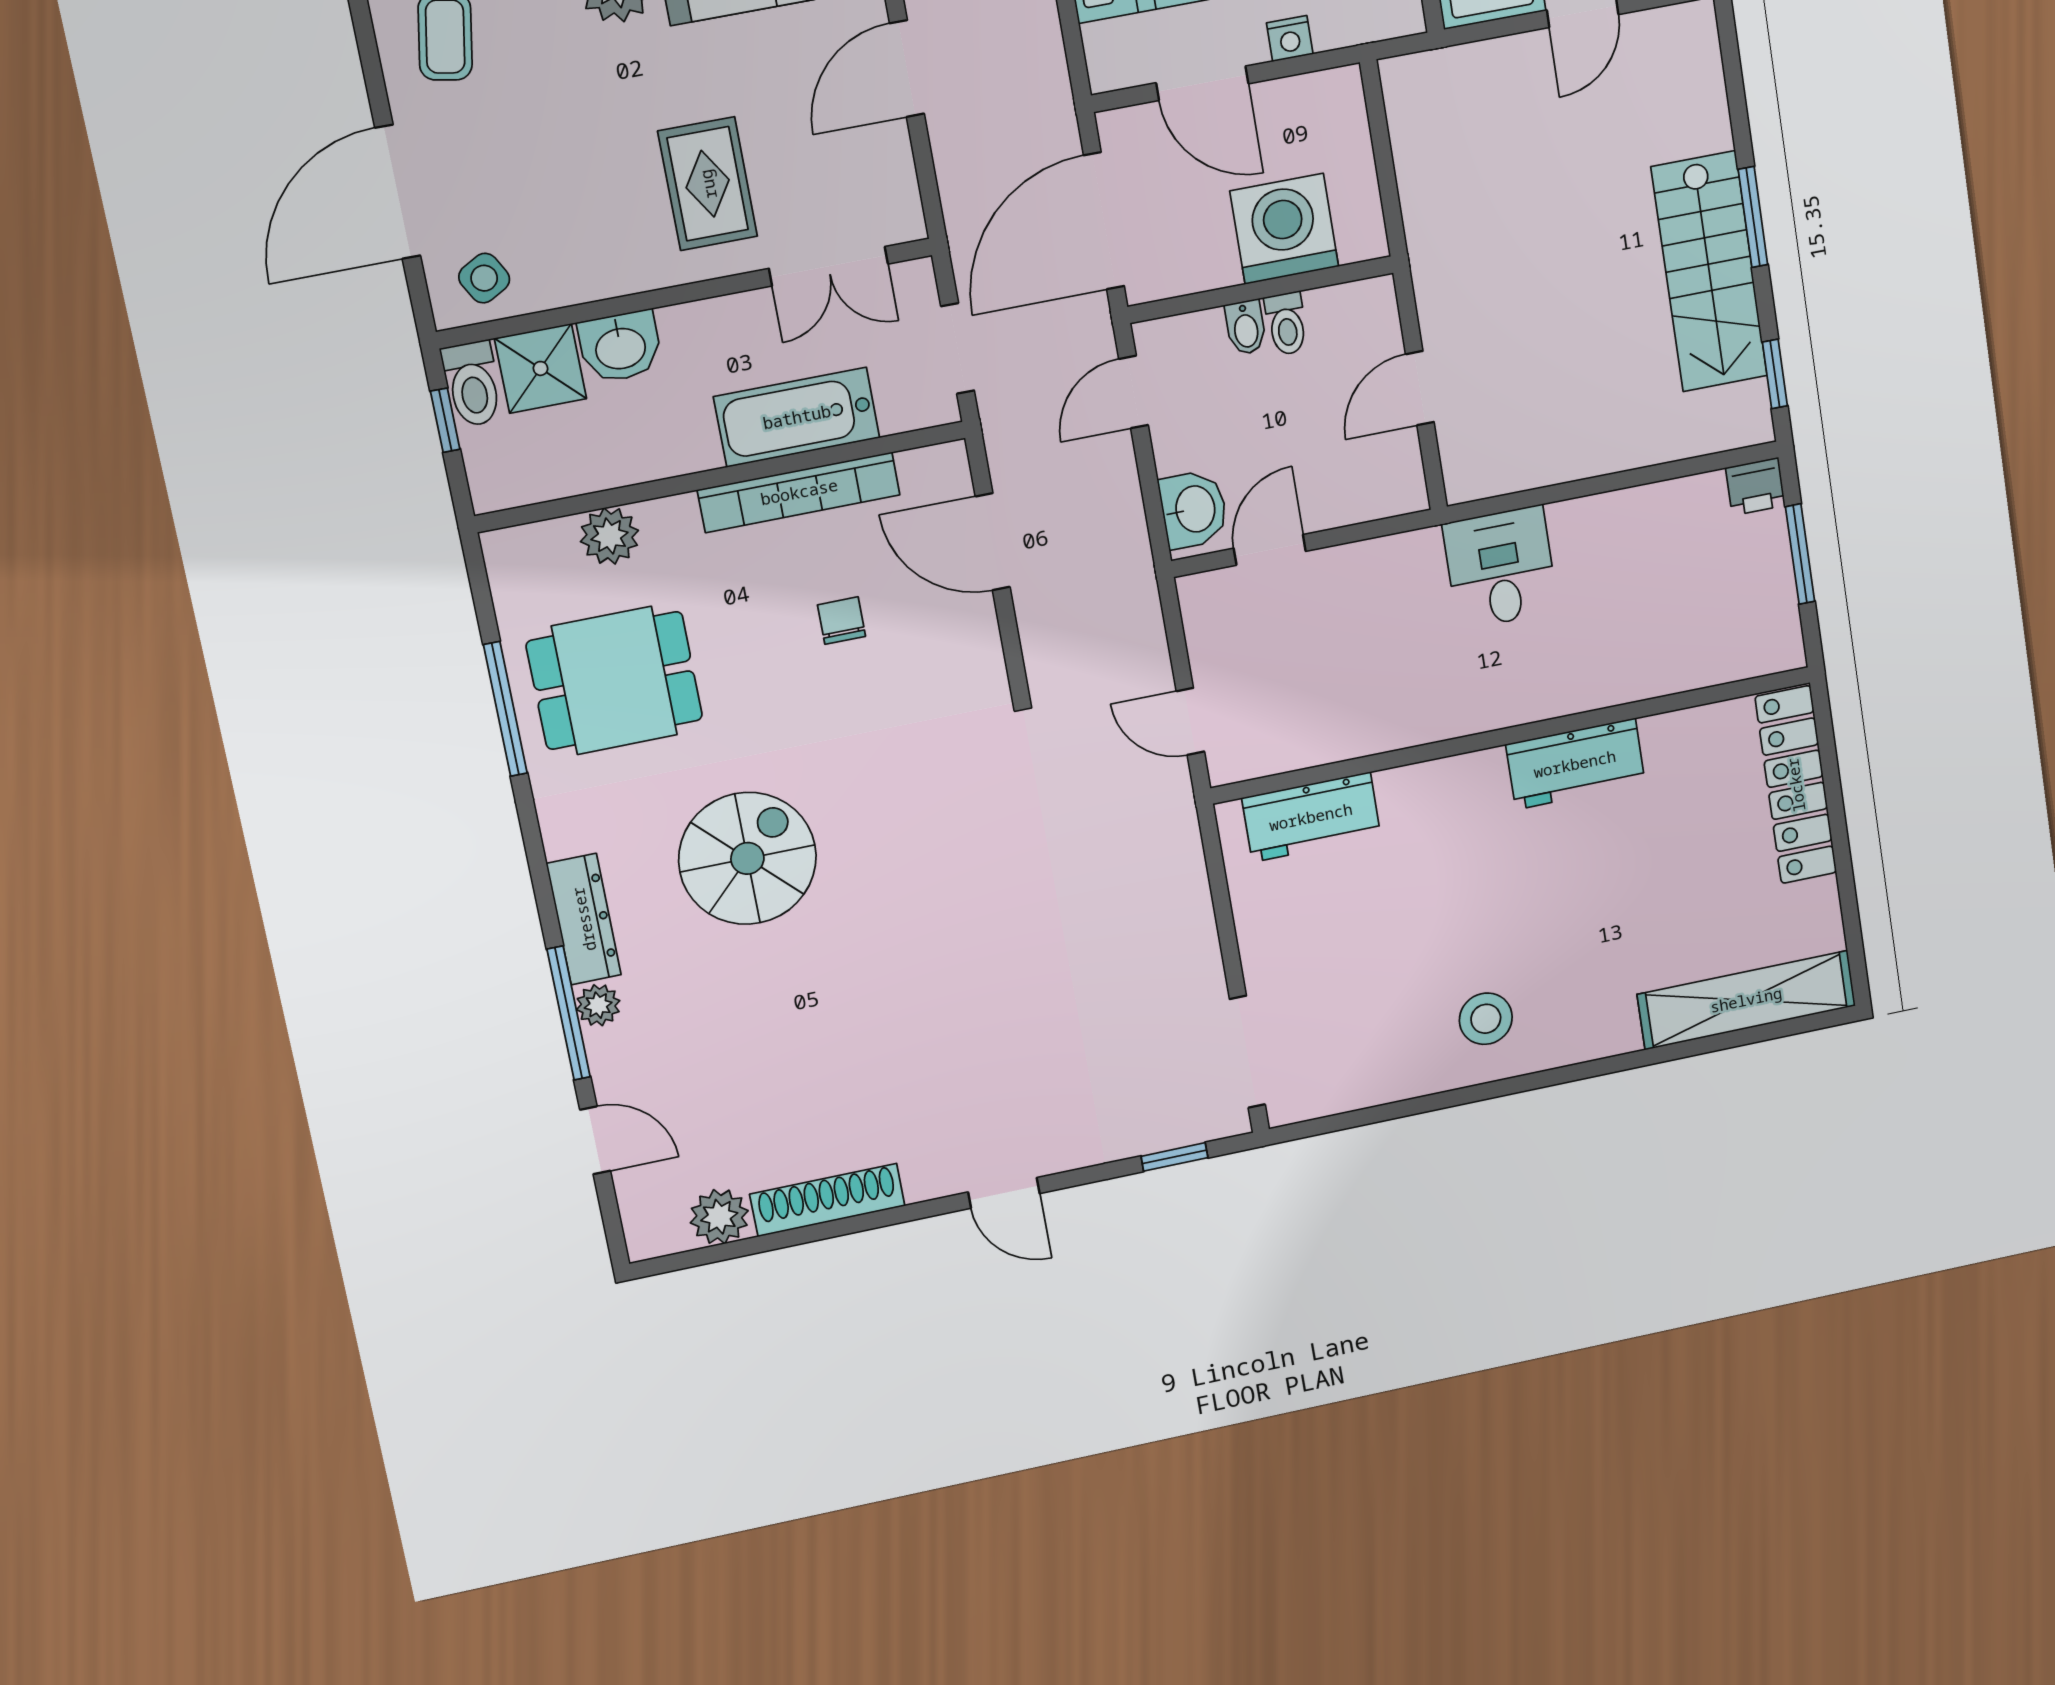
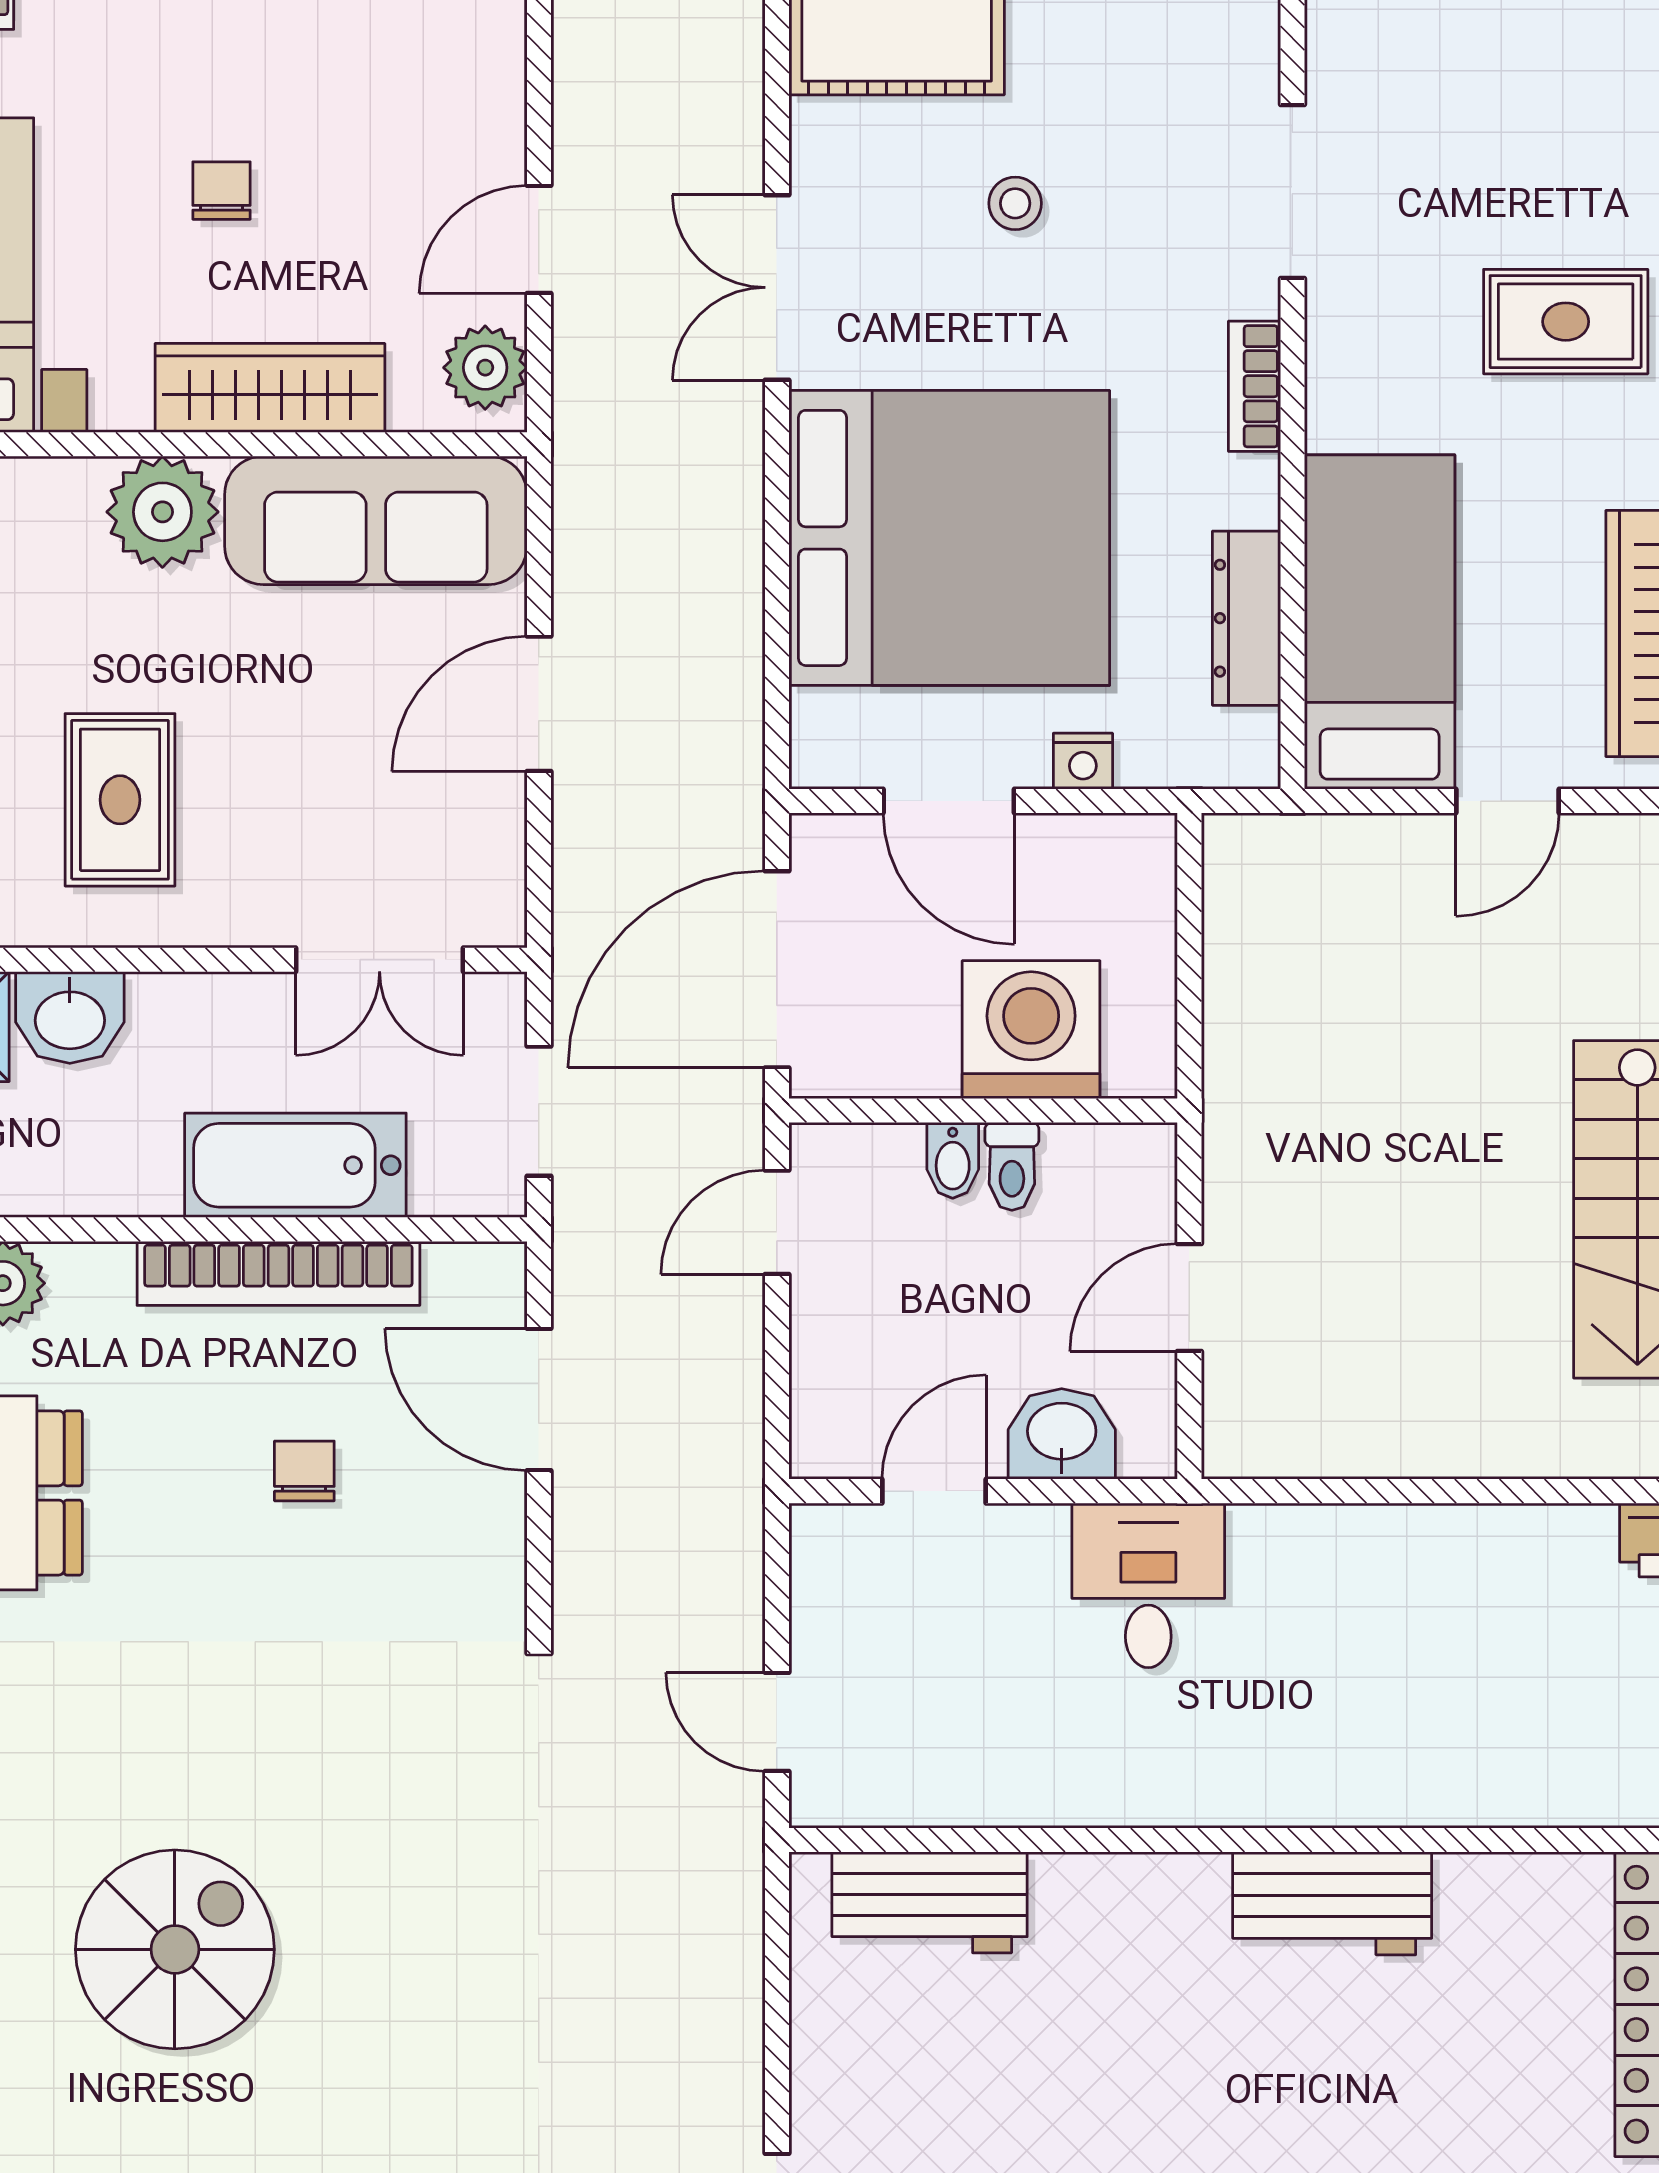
rug: (708, 184) -> (120, 800), moved
washbasin: (1194, 509) -> (1062, 1434), moved, turned -90
desk: (1500, 568) -> (1148, 1585), moved
spiral stairs: (747, 858) -> (175, 1949), moved

